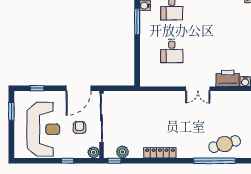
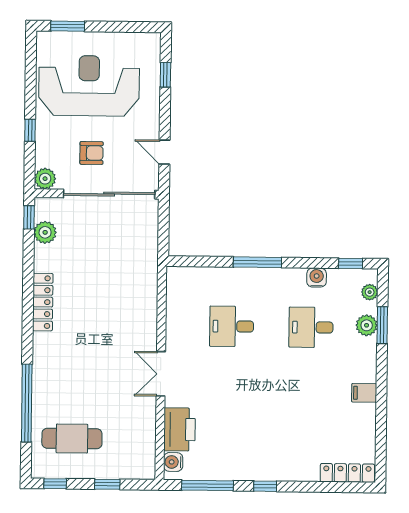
window: (137, 21) -> (257, 262), moved
door: (78, 88) -> (164, 152), width x0.53
window: (11, 111) -> (68, 26), moved
reception desk: (43, 129) -> (89, 86), turned 180
cafe table: (225, 144) -> (72, 439), moved, turned -74

